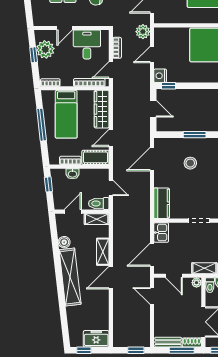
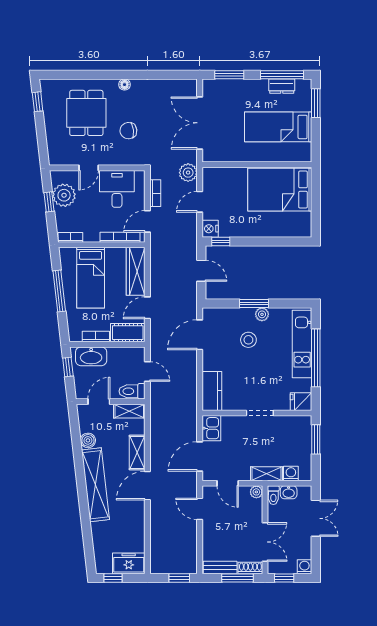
plant: (201, 143) -> (262, 314), added
washbasin: (72, 174) -> (91, 356), width x1.91, depth x1.45

